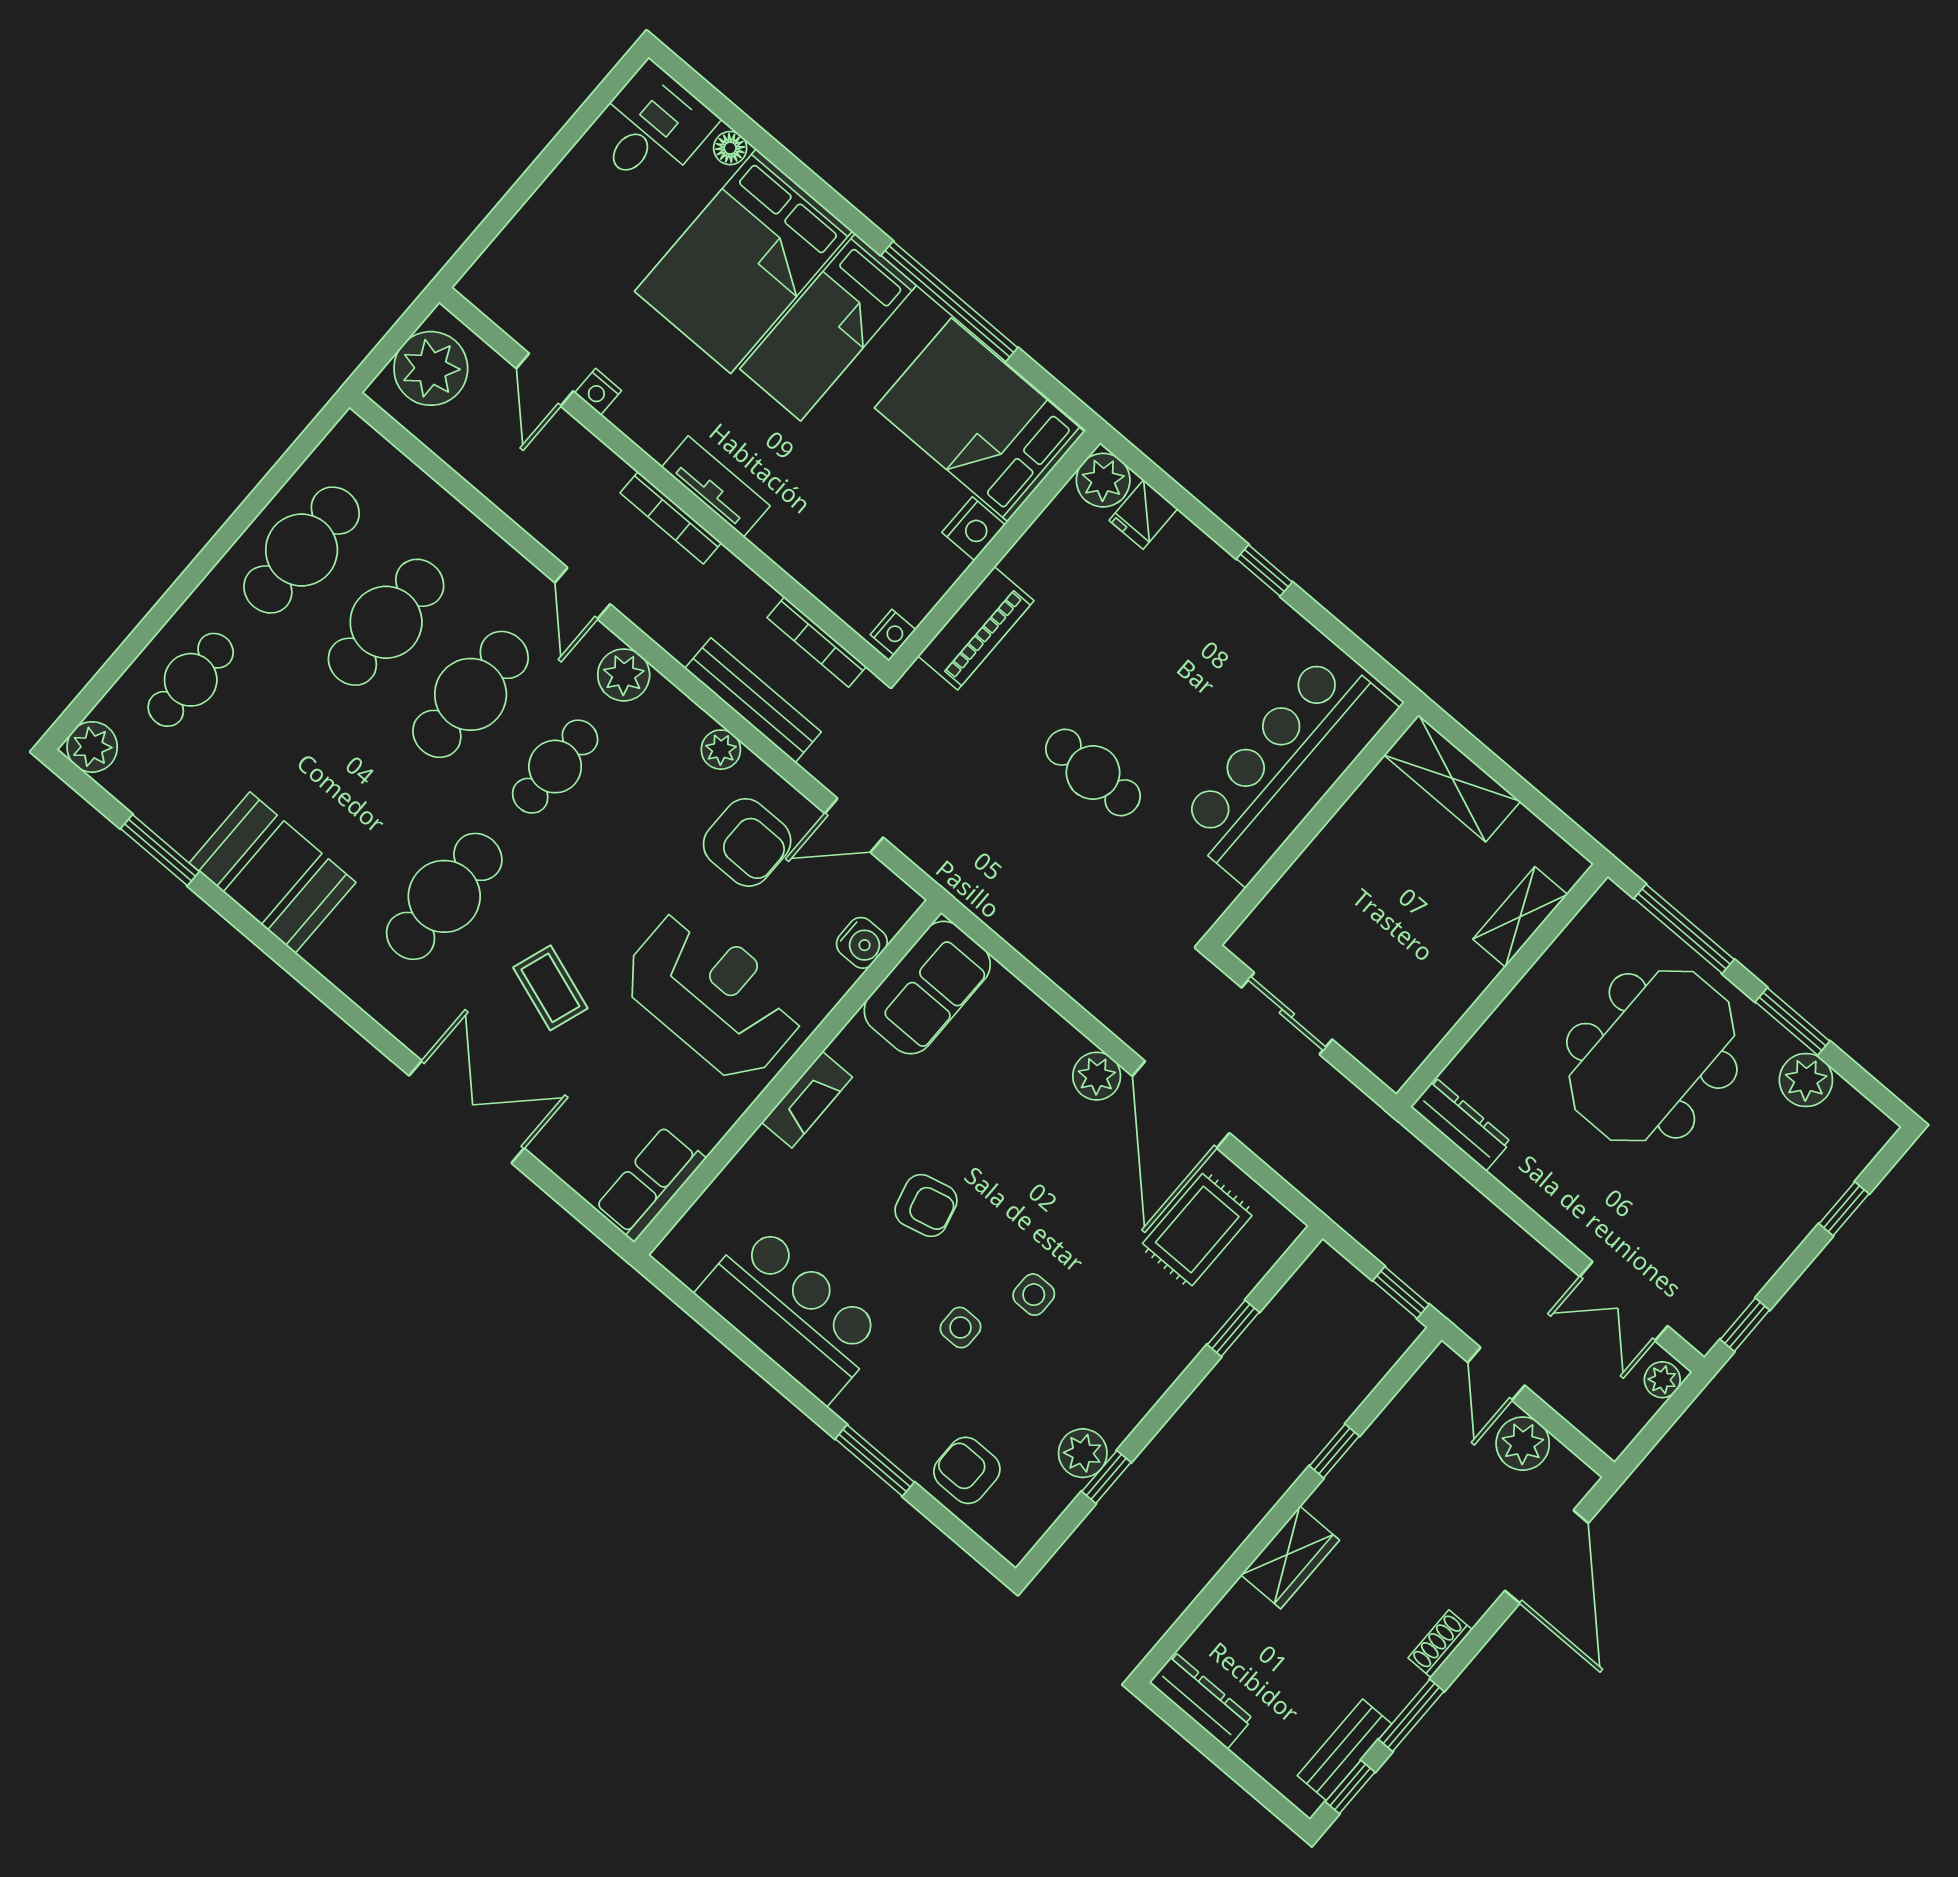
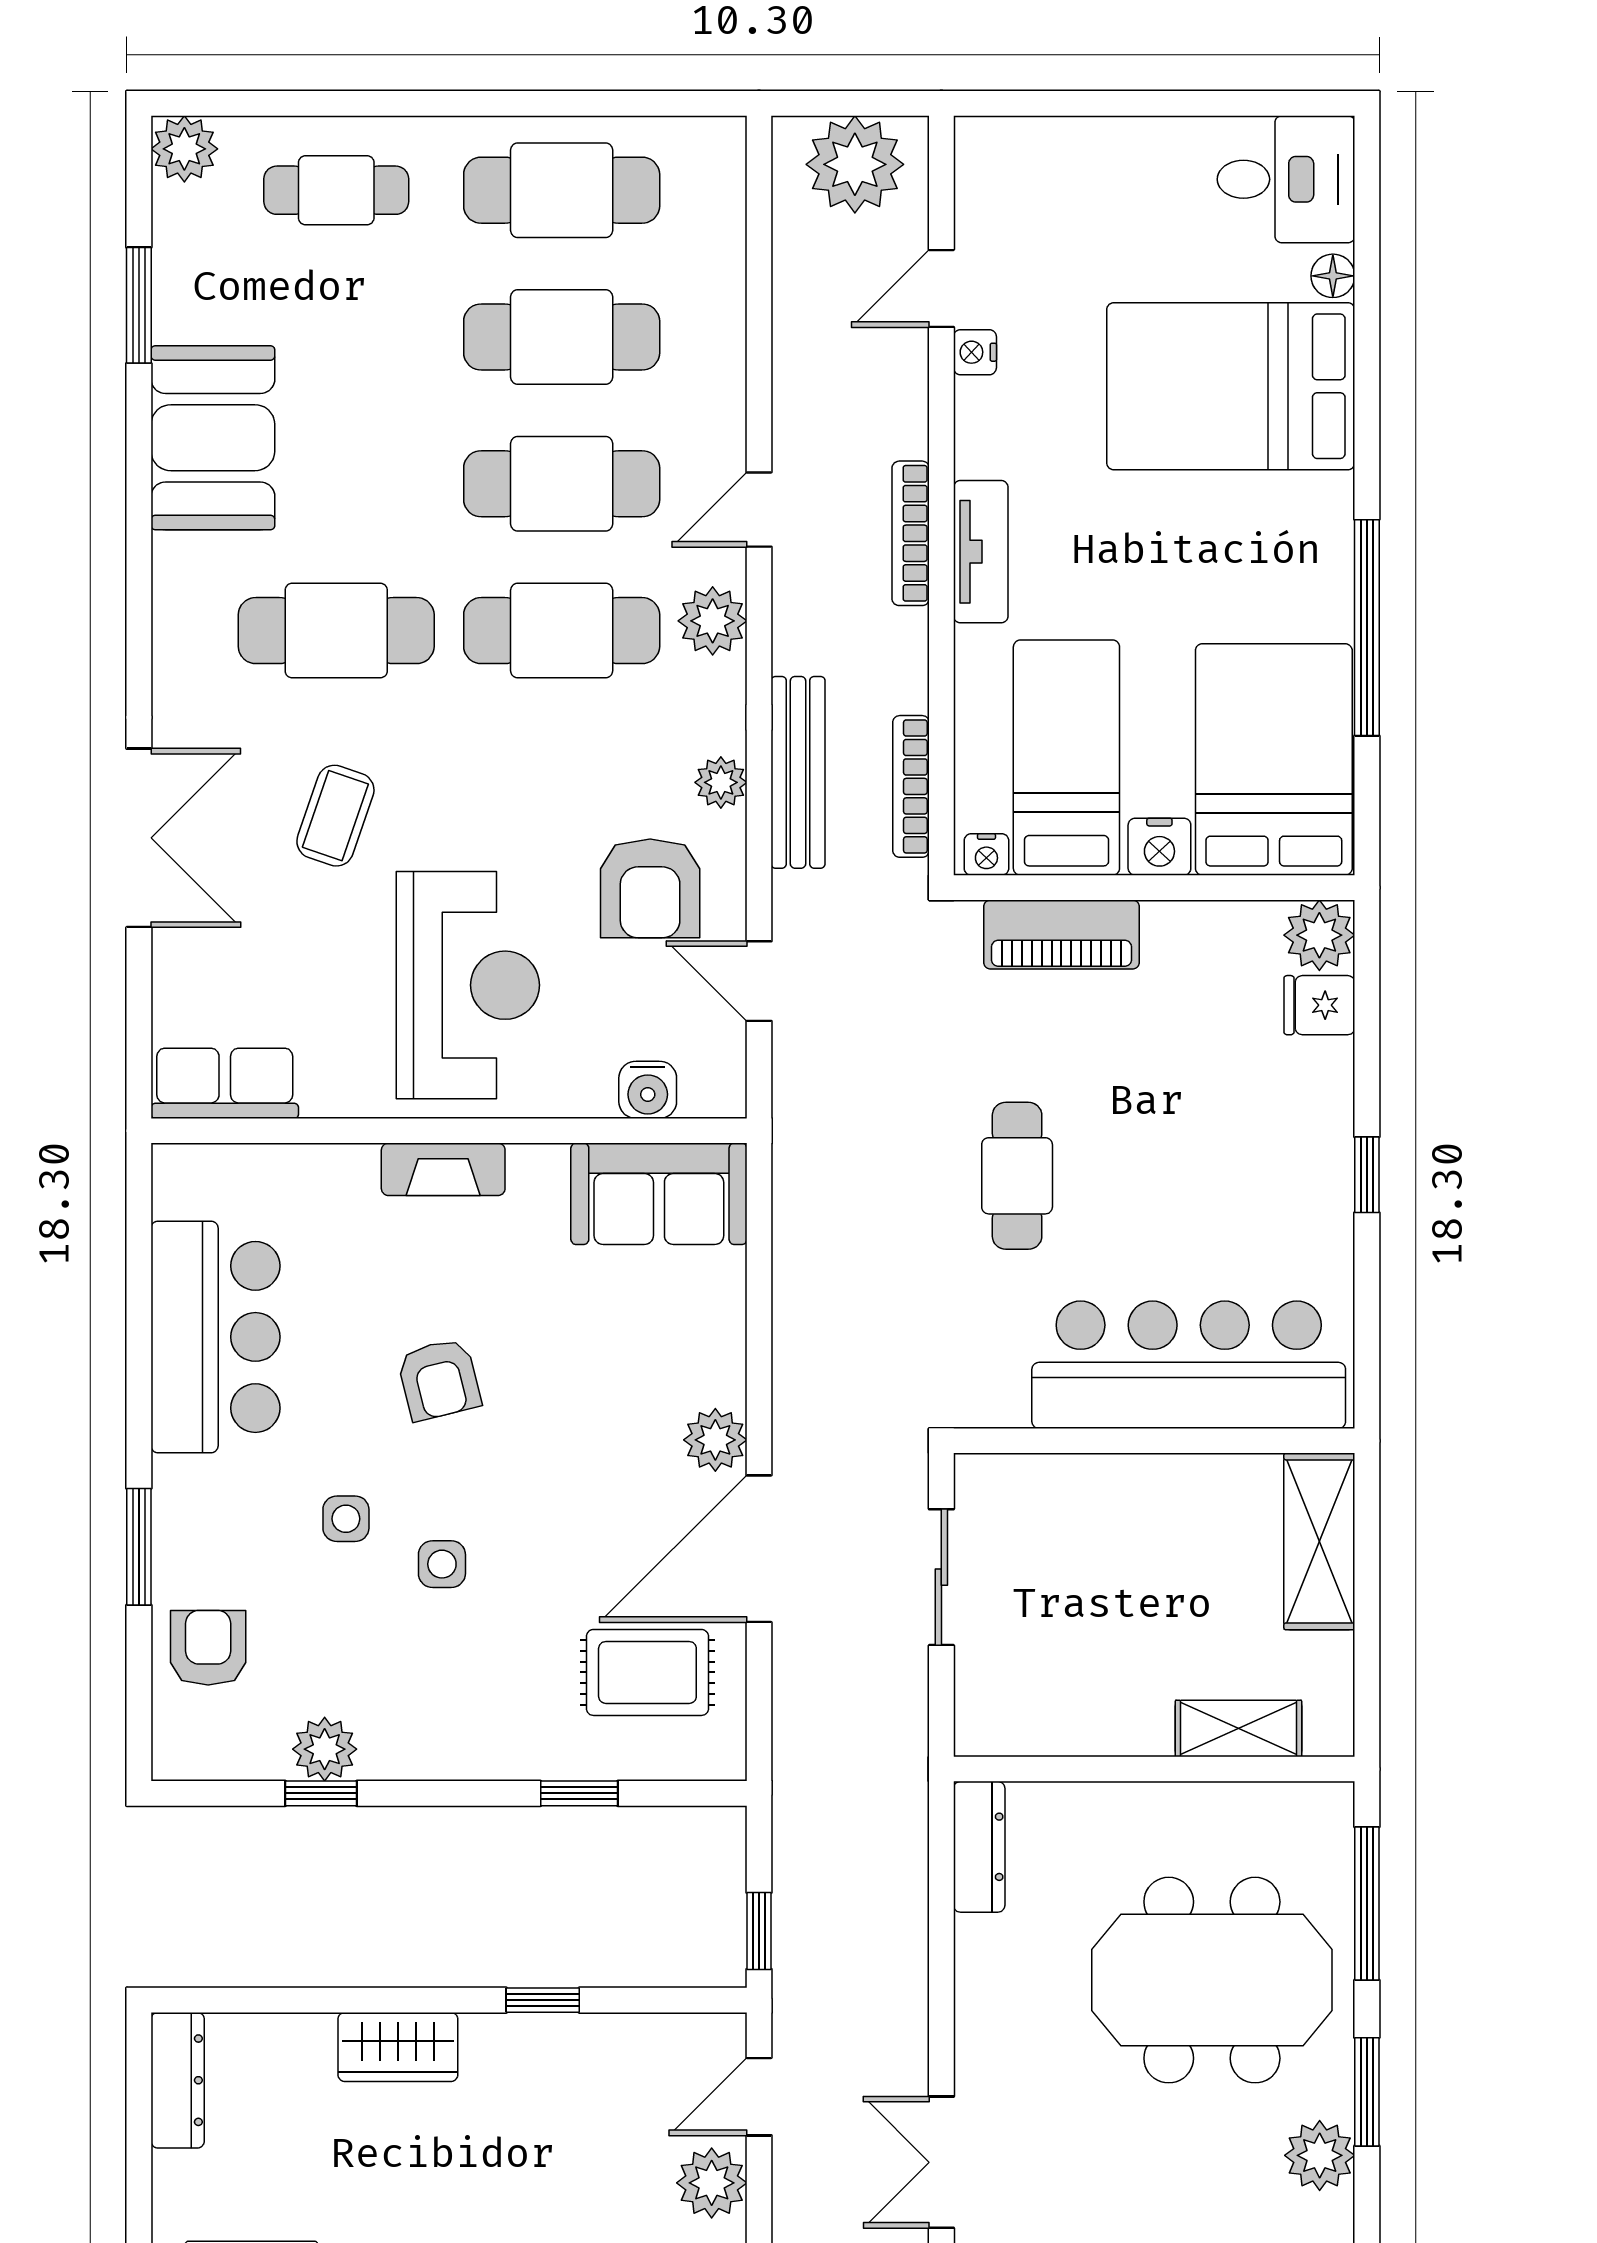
bed: (828, 327) -> (1066, 758), moved, turned 90
cafe table: (555, 767) -> (562, 631), width x1.37, depth x1.35

